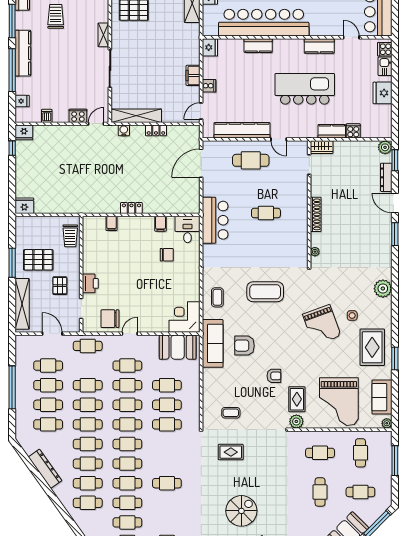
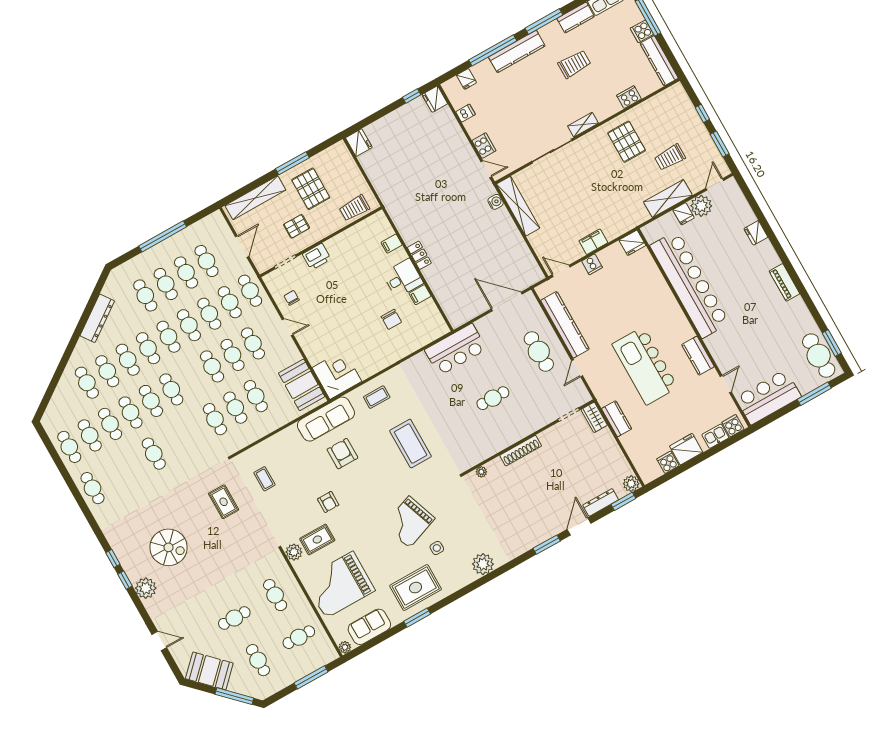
kitchen counter: (258, 46) -> (663, 292), removed
kitchen island: (305, 89) -> (645, 366), turned 180
locker: (156, 130) -> (514, 235), removed
cooker: (353, 131) -> (668, 462), moved, turned -90
cafe table: (266, 213) -> (493, 398), turned 90
desk: (188, 229) -> (403, 278), moved
chair: (110, 319) -> (292, 298), width x0.54, depth x0.54
cafe table: (127, 424) -> (230, 302), moved

